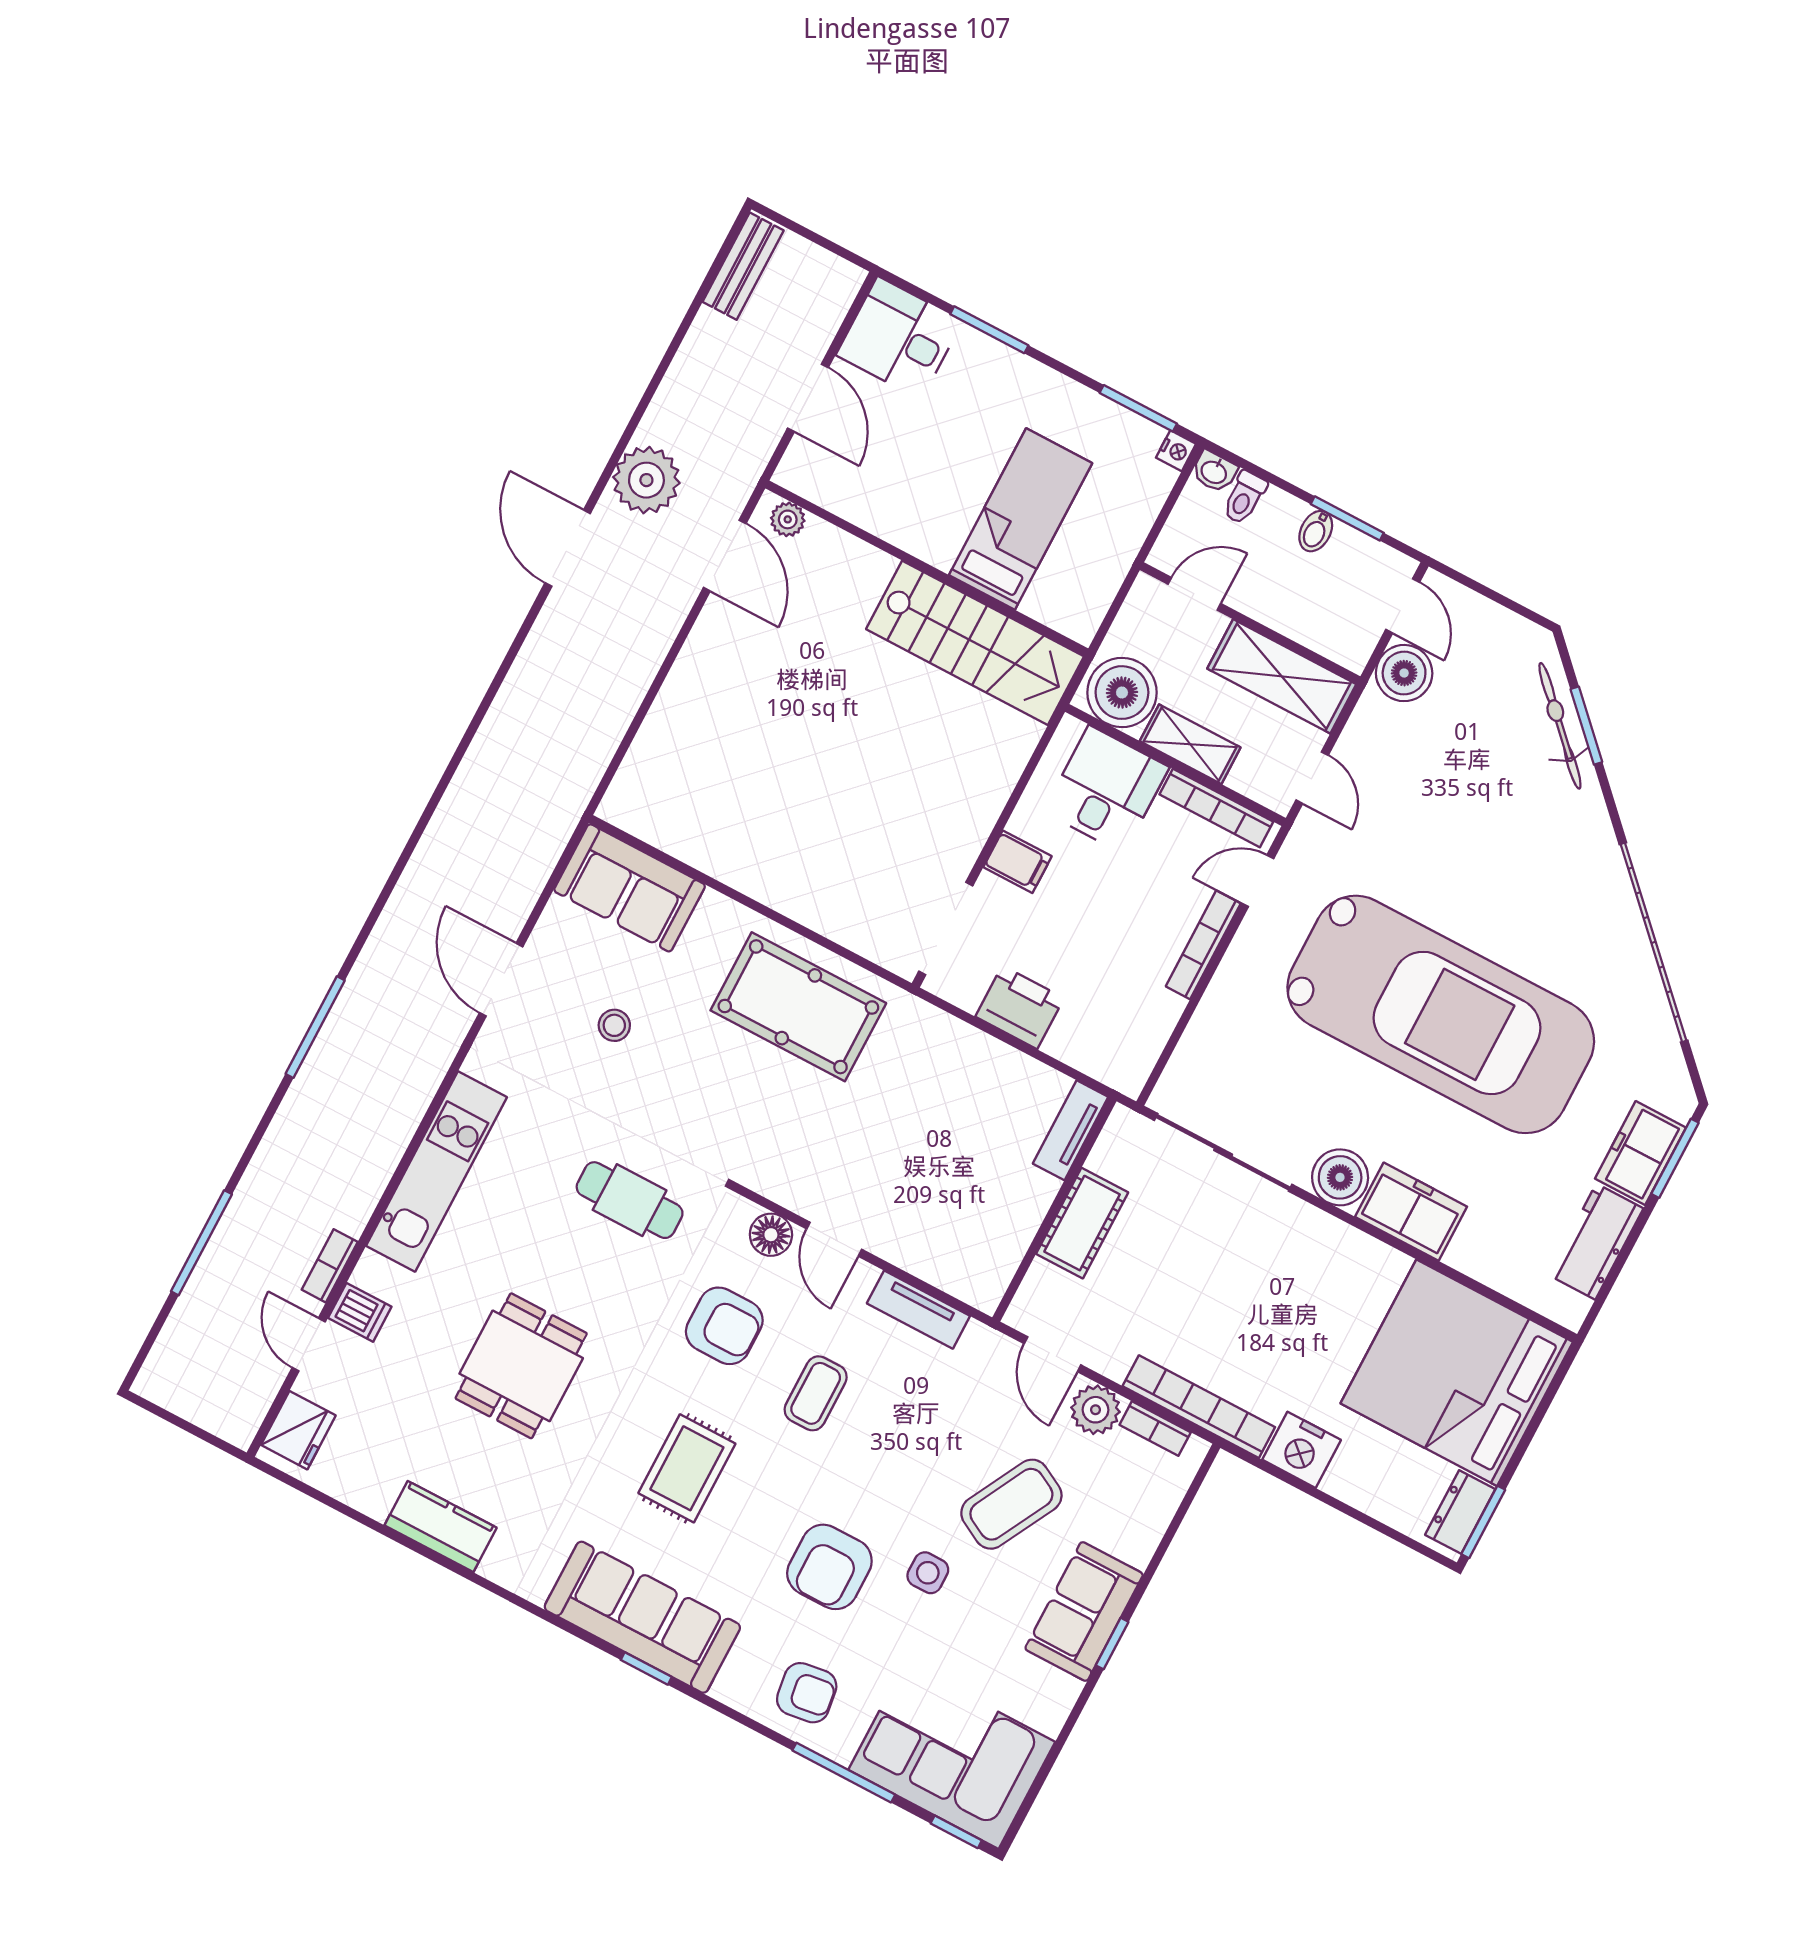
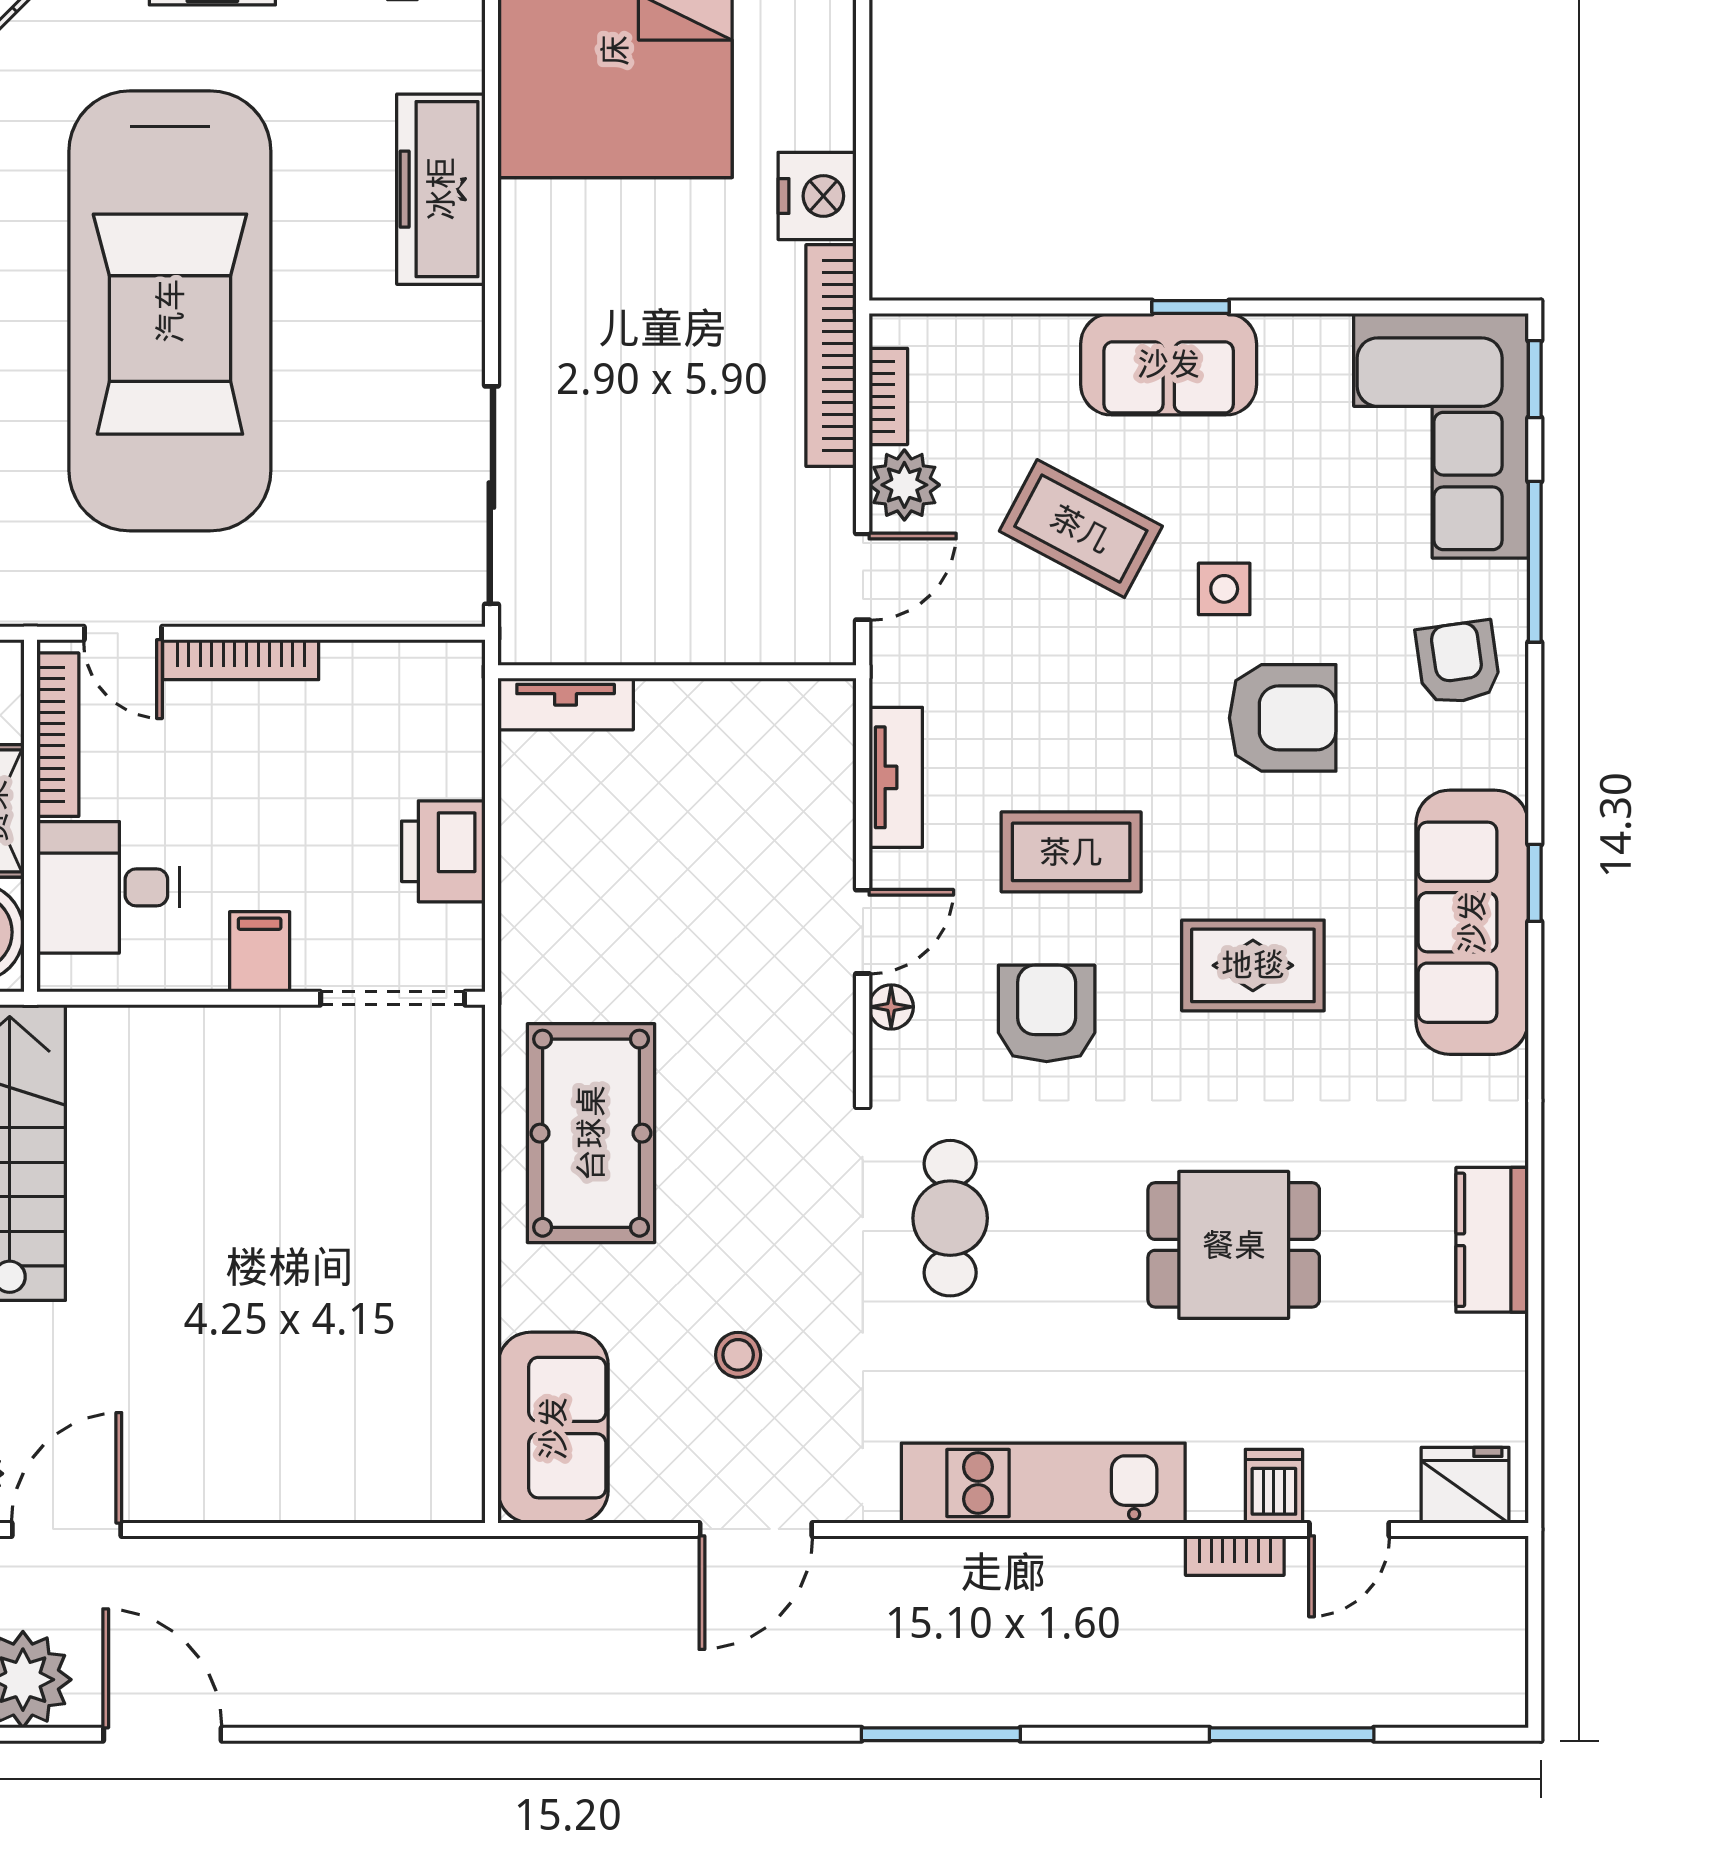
door: (568, 548) -> (162, 1734), swing flipped
car: (1441, 1014) -> (170, 311), turned 180
boiler: (1340, 1177) -> (445, 330), removed
freezer: (1411, 1212) -> (441, 189), width x1.40
cot: (1082, 1223) -> (676, 627), removed
floor lamp: (771, 1235) -> (891, 1007), width x0.73, depth x0.73
coffee table: (816, 1393) -> (1071, 852), width x1.36, depth x1.30

